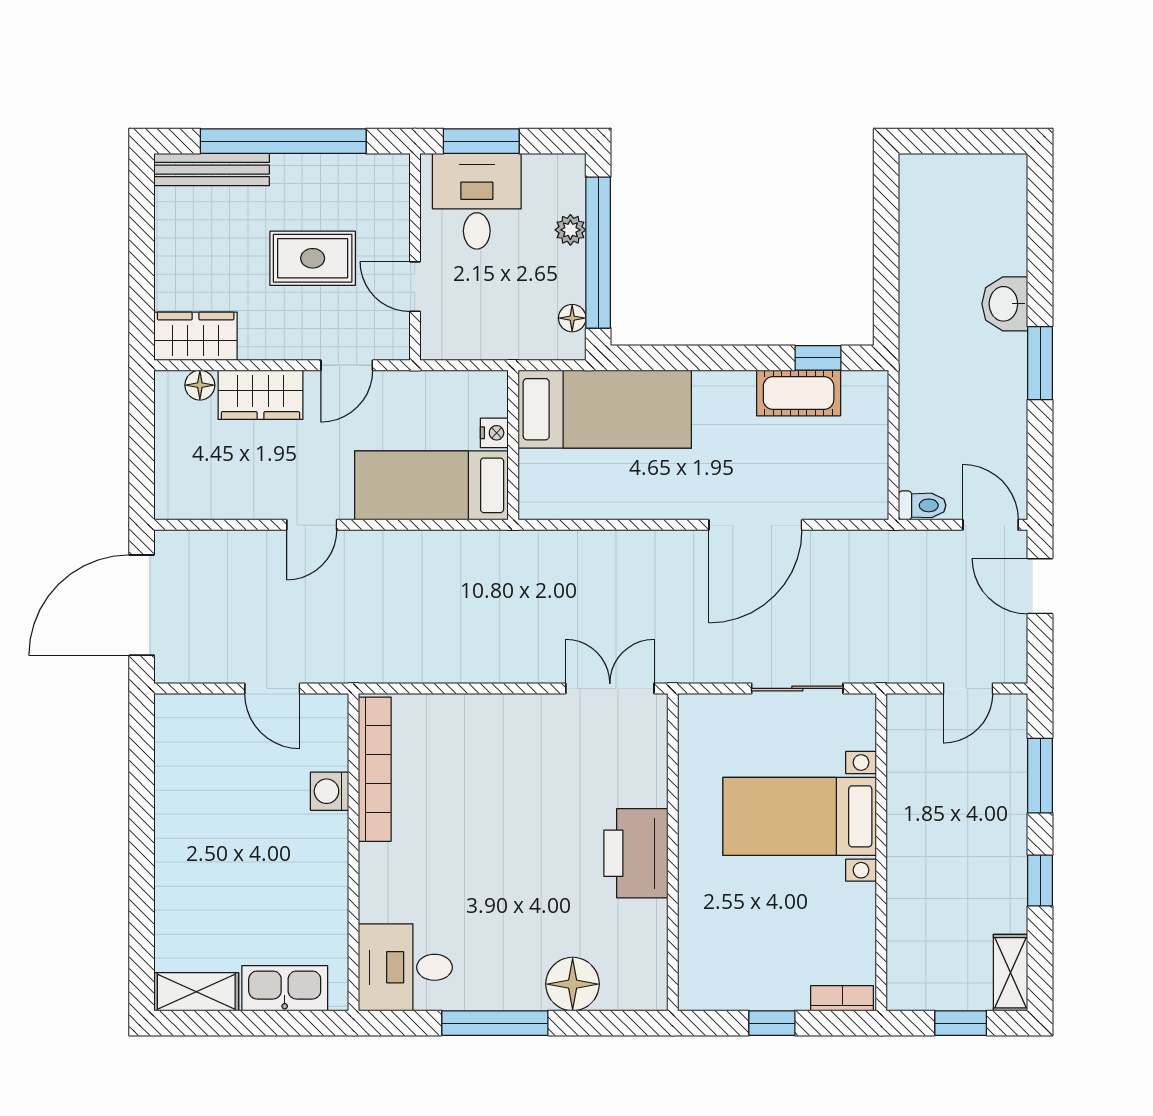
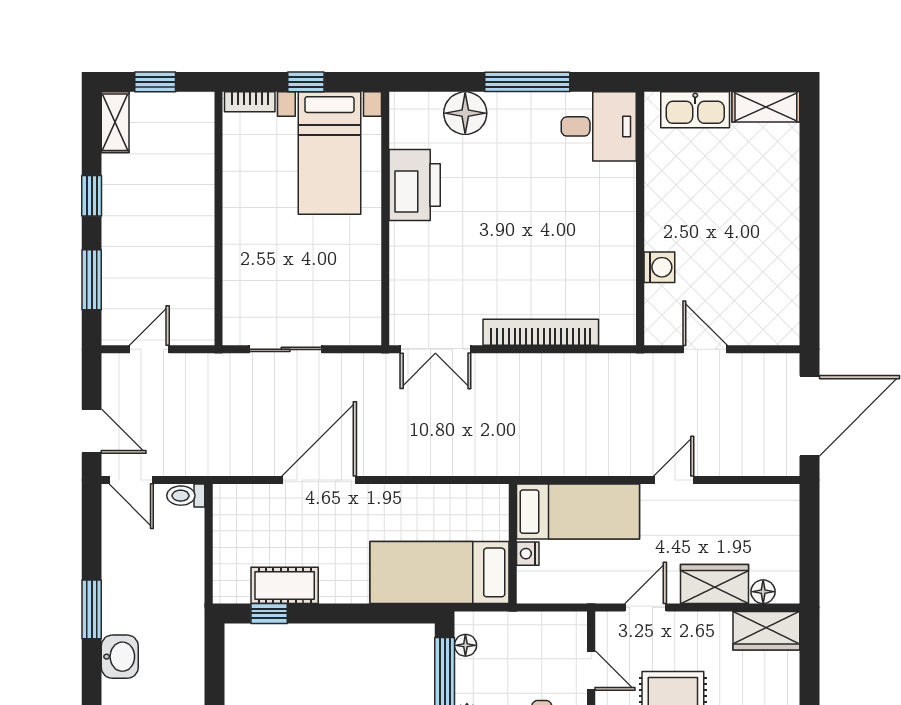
bookcase: (375, 769) -> (541, 332), moved, turned 90
bed with nightstands: (800, 816) -> (329, 153), moved, turned 90
printer: (636, 853) -> (415, 185), moved

